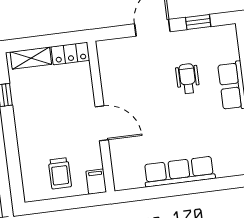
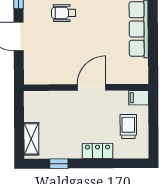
locker: (70, 53) -> (98, 151), moved, turned -90
trolley: (60, 173) -> (128, 127), turned -90

